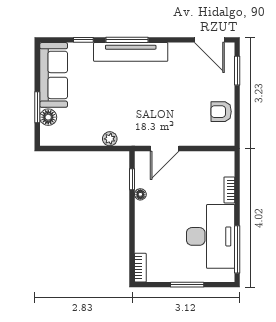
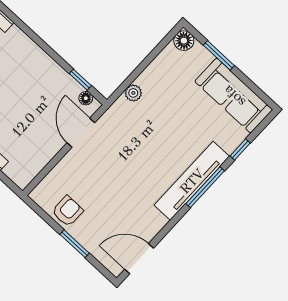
window: (237, 71) -> (75, 244), moved
floor lamp: (48, 117) -> (184, 41), moved
floor lamp: (140, 194) -> (86, 98), moved

